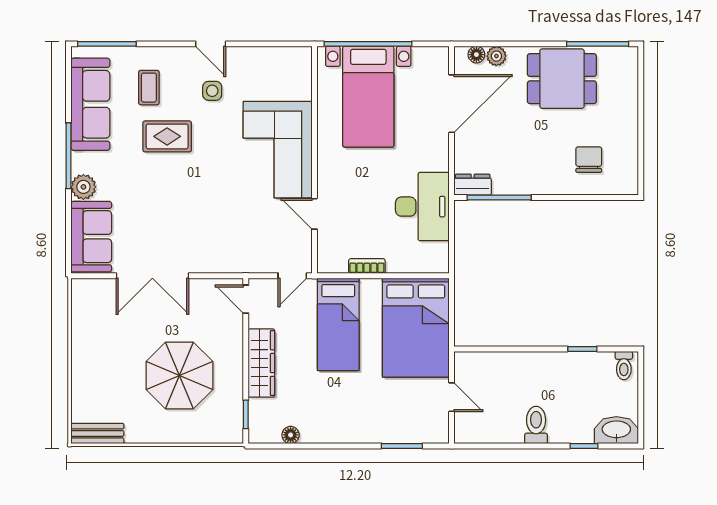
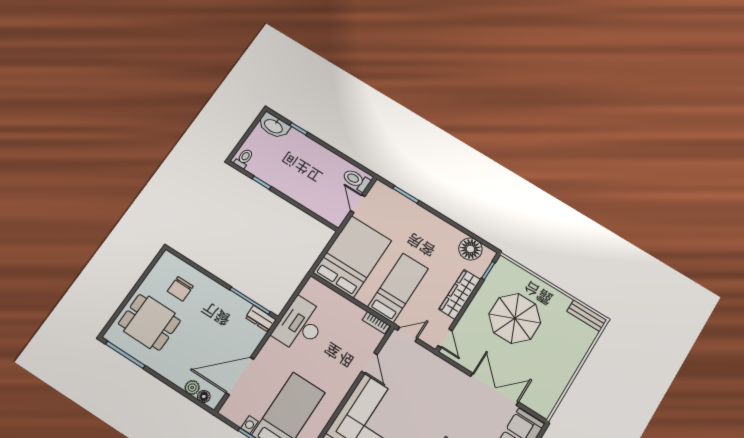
dining table: (562, 79) -> (149, 322), moved
bookcase: (367, 266) -> (376, 323), moved
toilet: (536, 425) -> (356, 180), moved, turned 90
floor lamp: (291, 435) -> (470, 249), width x1.89, depth x1.89

